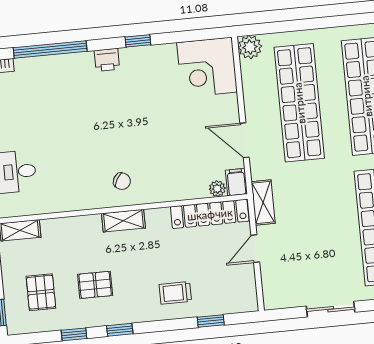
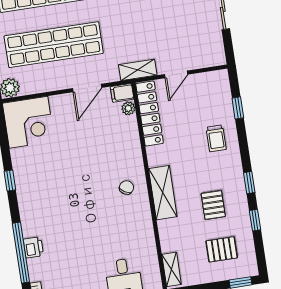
printer: (107, 60) -> (33, 247), moved
shelving: (123, 221) -> (163, 193), width x1.50, depth x1.33
door: (255, 249) -> (176, 74), hinge flipped

